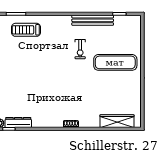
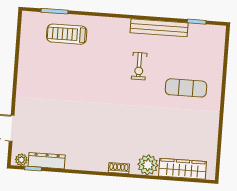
exercise mat: (115, 62) -> (186, 88), width x0.73, depth x0.69
plant: (92, 120) -> (148, 165), added

